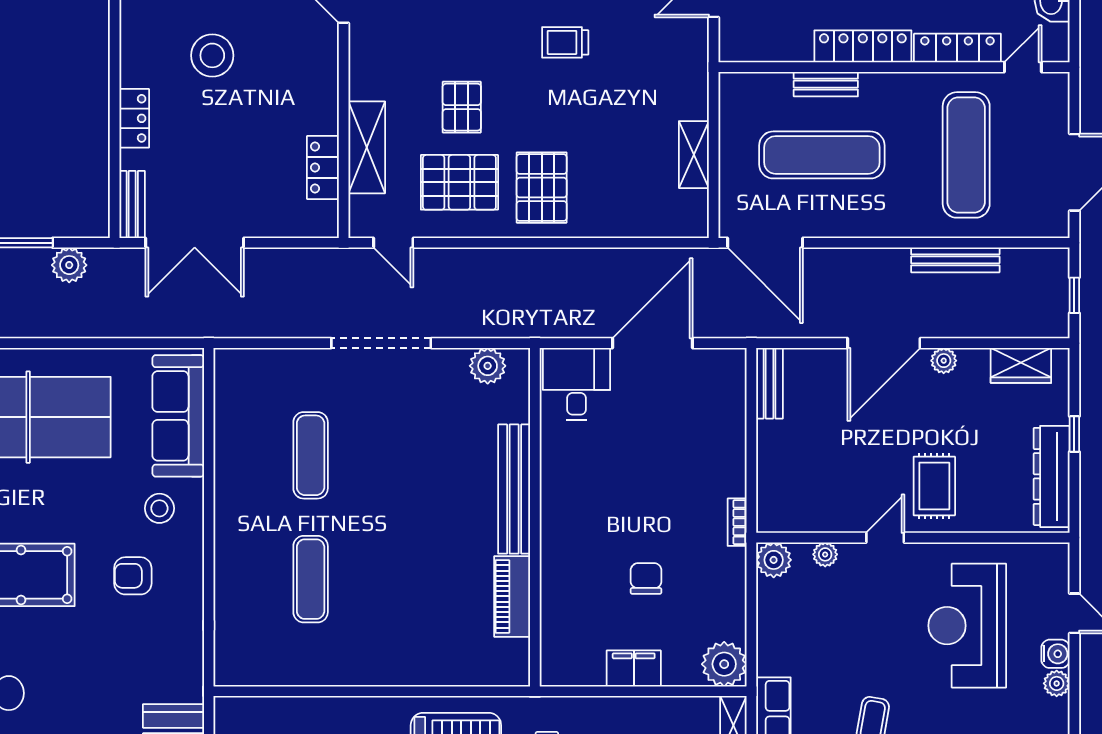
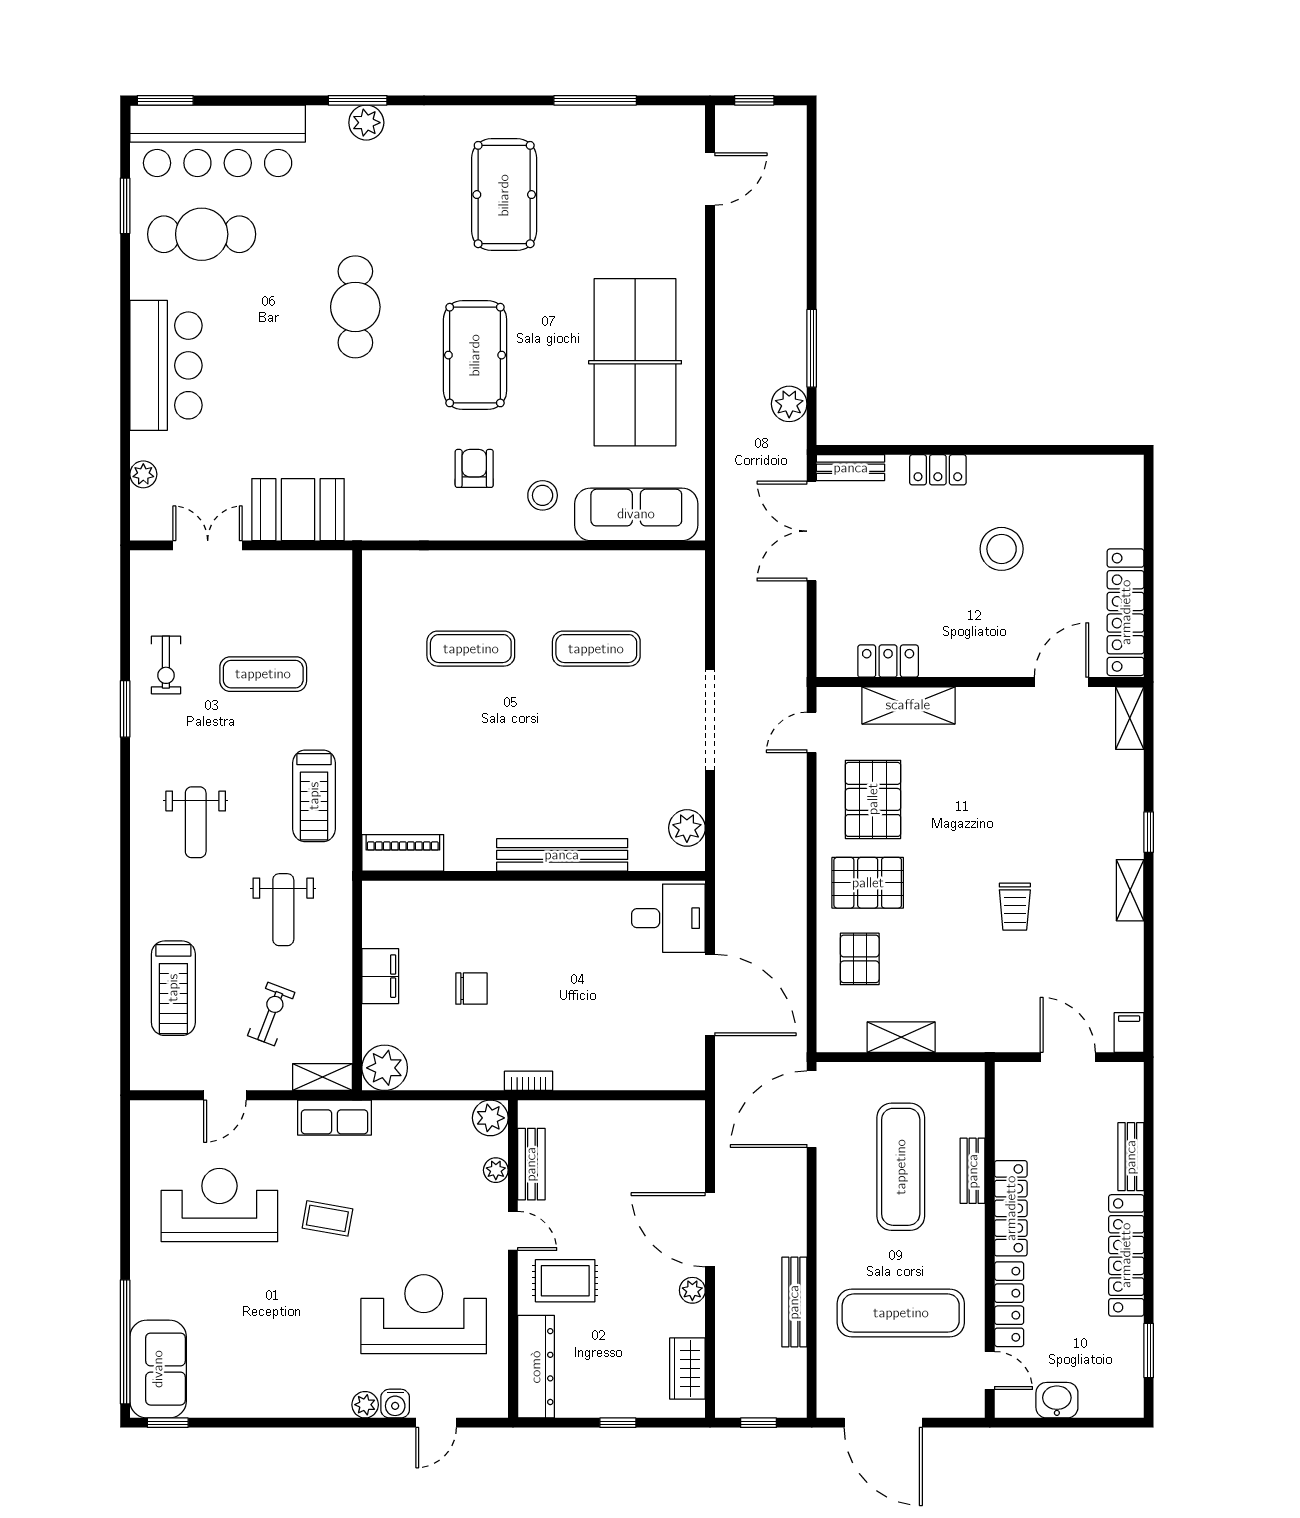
trolley: (565, 42) -> (1015, 907), turned 180
pallet: (462, 107) -> (860, 959), moved, turned 90
bench: (769, 383) -> (531, 1164), moved, turned 90
dresser: (1052, 476) -> (536, 1367), moved, turned 90
piano: (512, 596) -> (403, 853), moved

